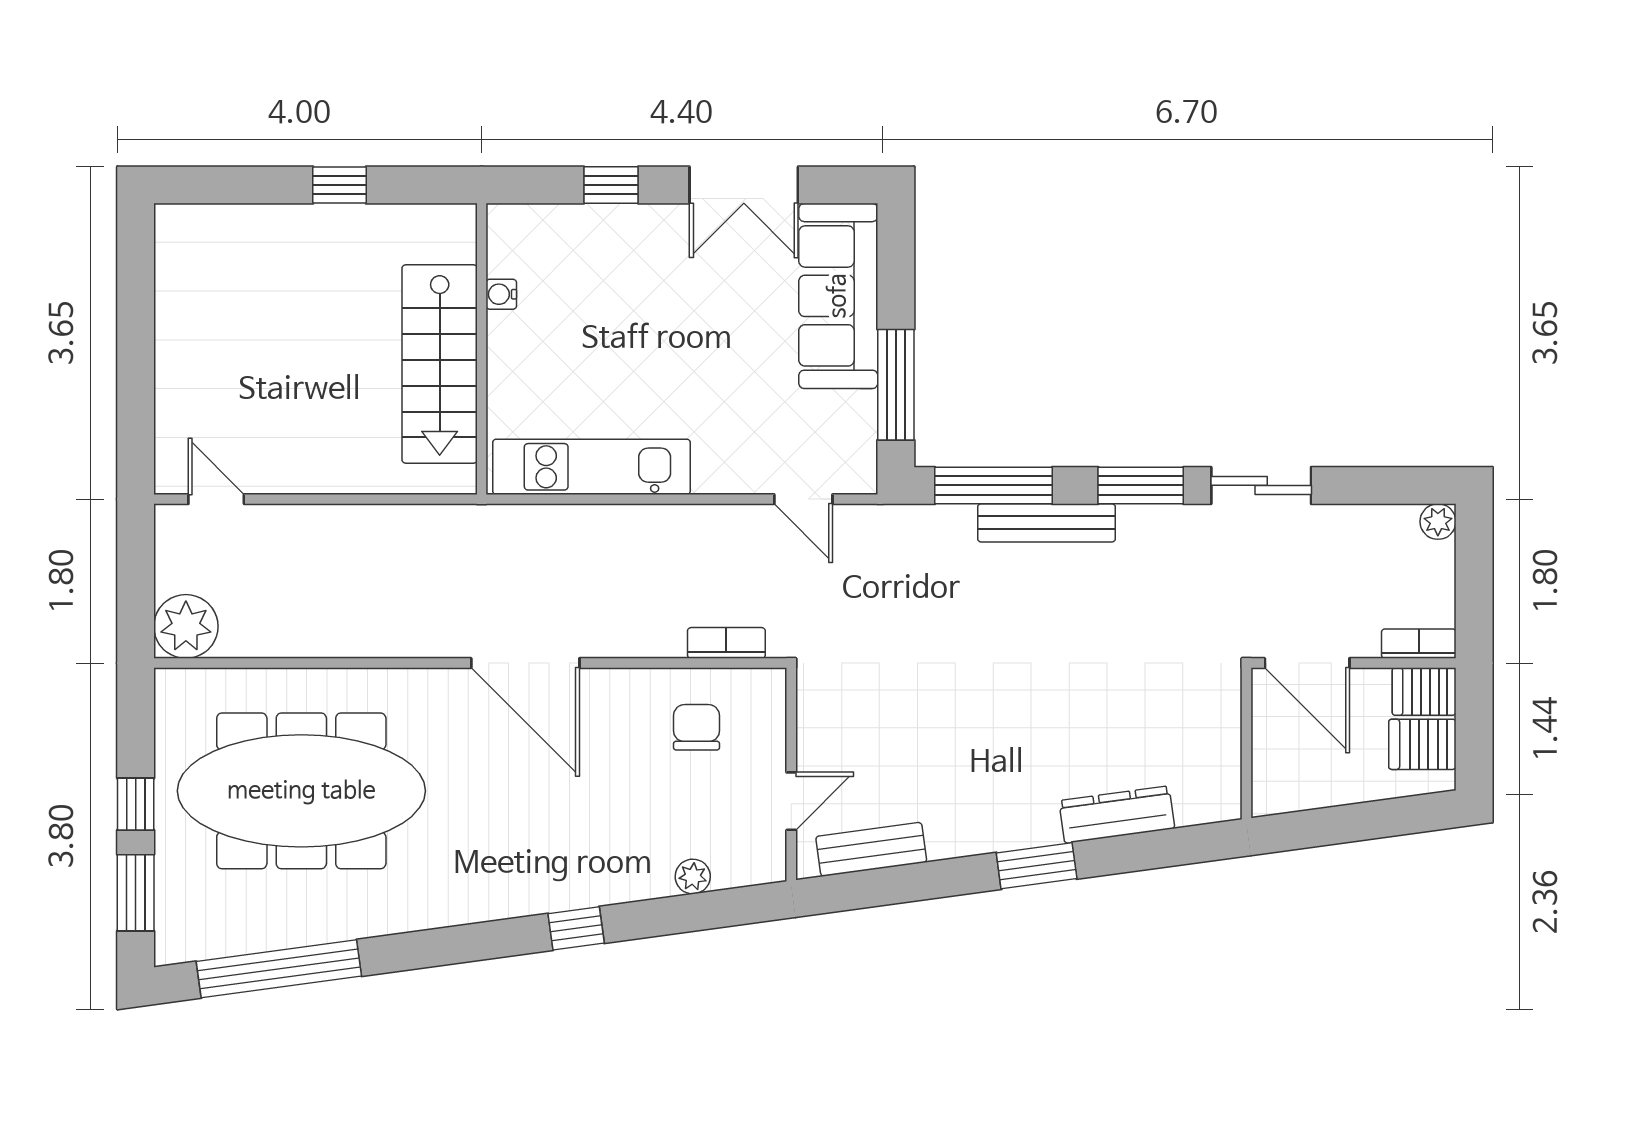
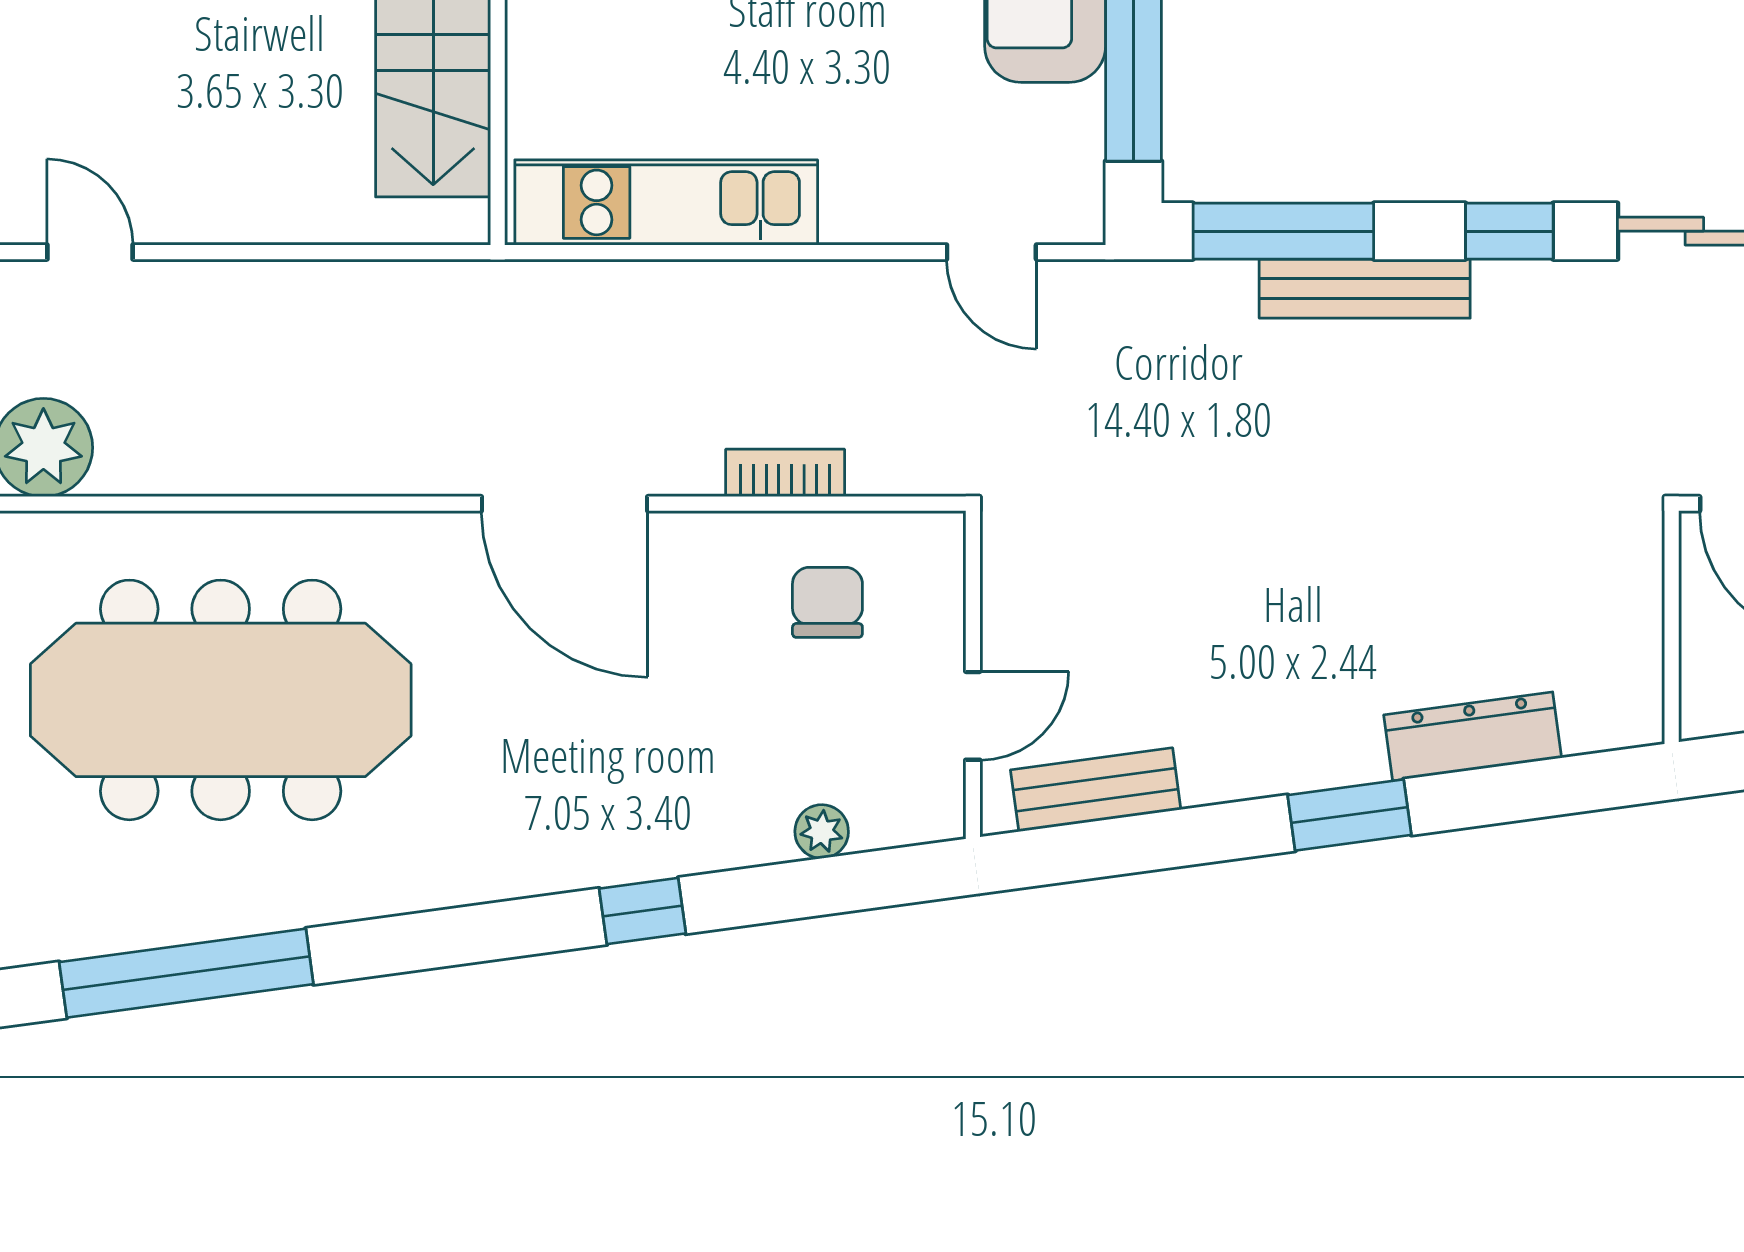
window: (1141, 485) -> (1509, 231), width x0.67
bookcase: (726, 643) -> (785, 473), moved

